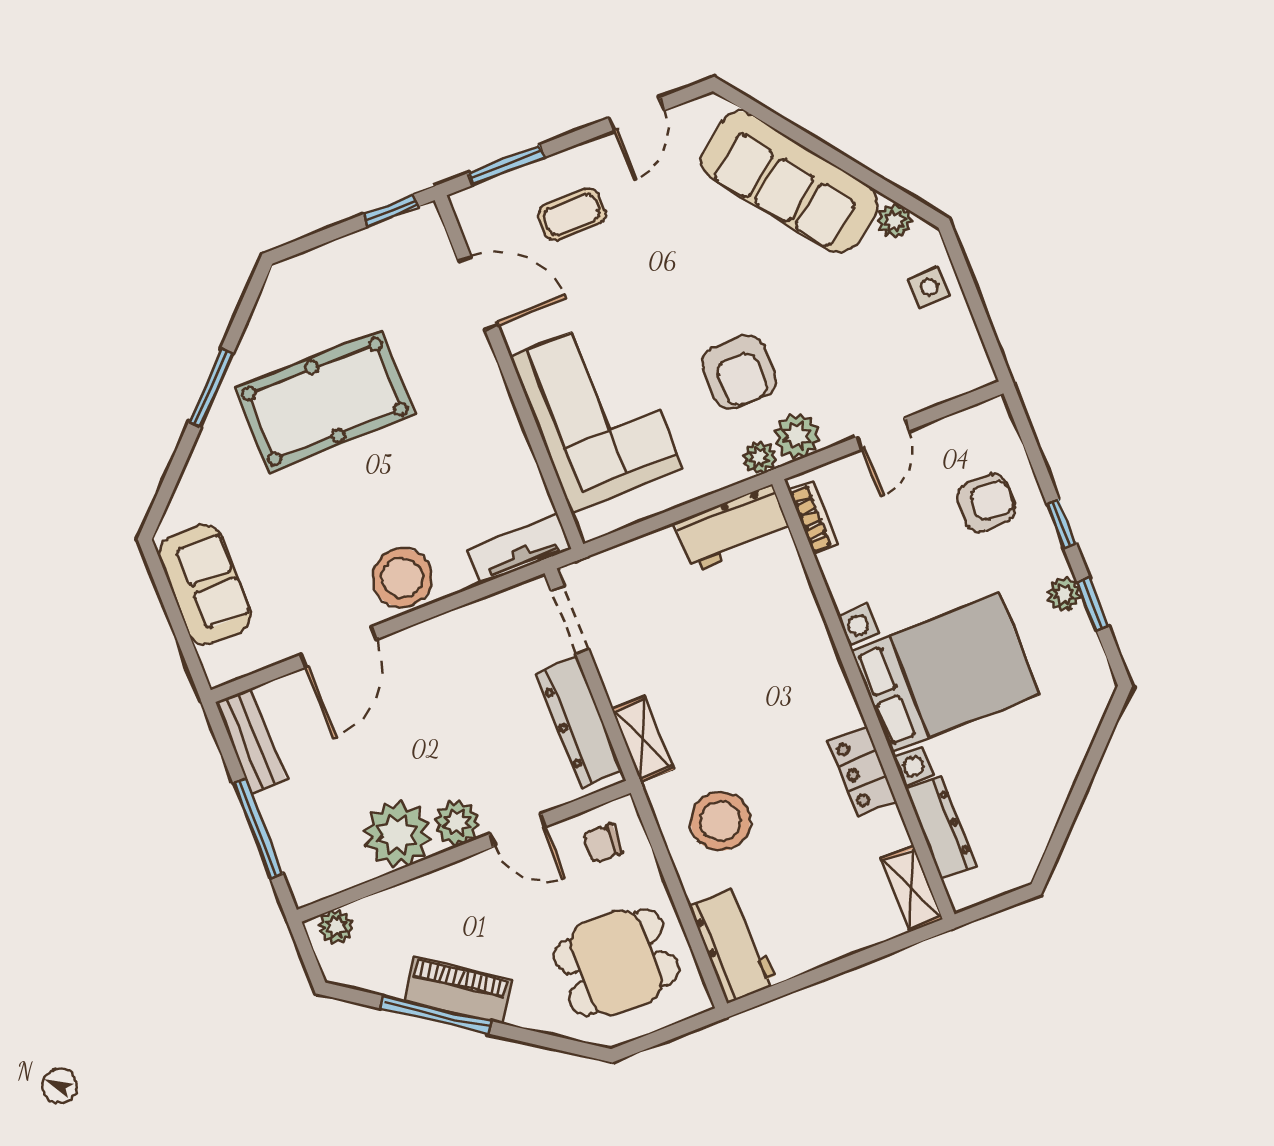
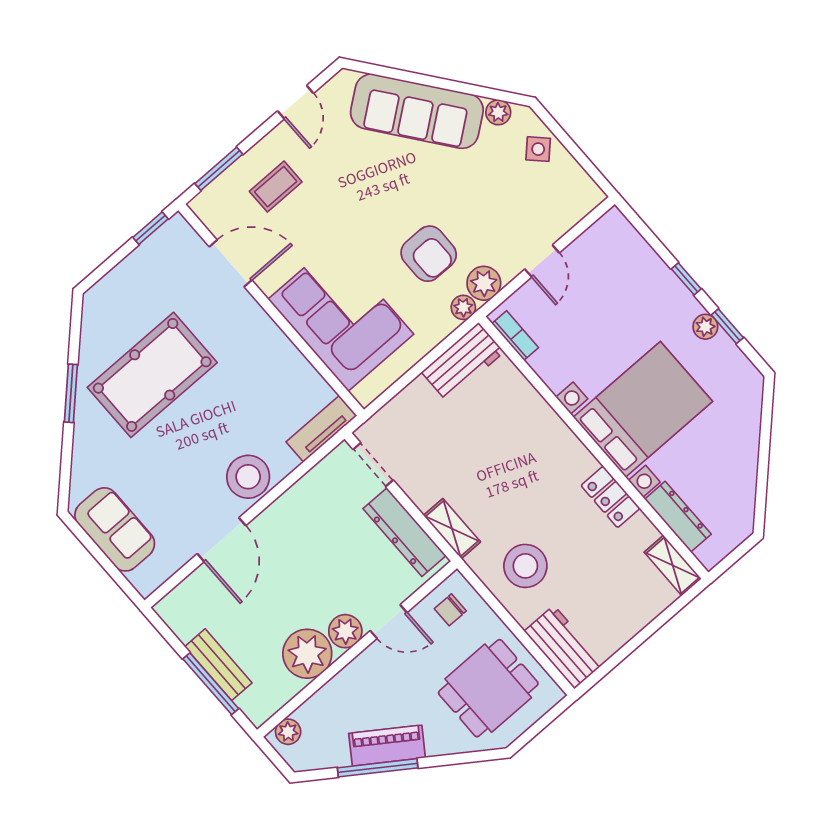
side table: (929, 287) -> (538, 149), turned 45
armchair: (986, 503) -> (630, 283), removed
bench: (251, 741) -> (218, 665), moved

